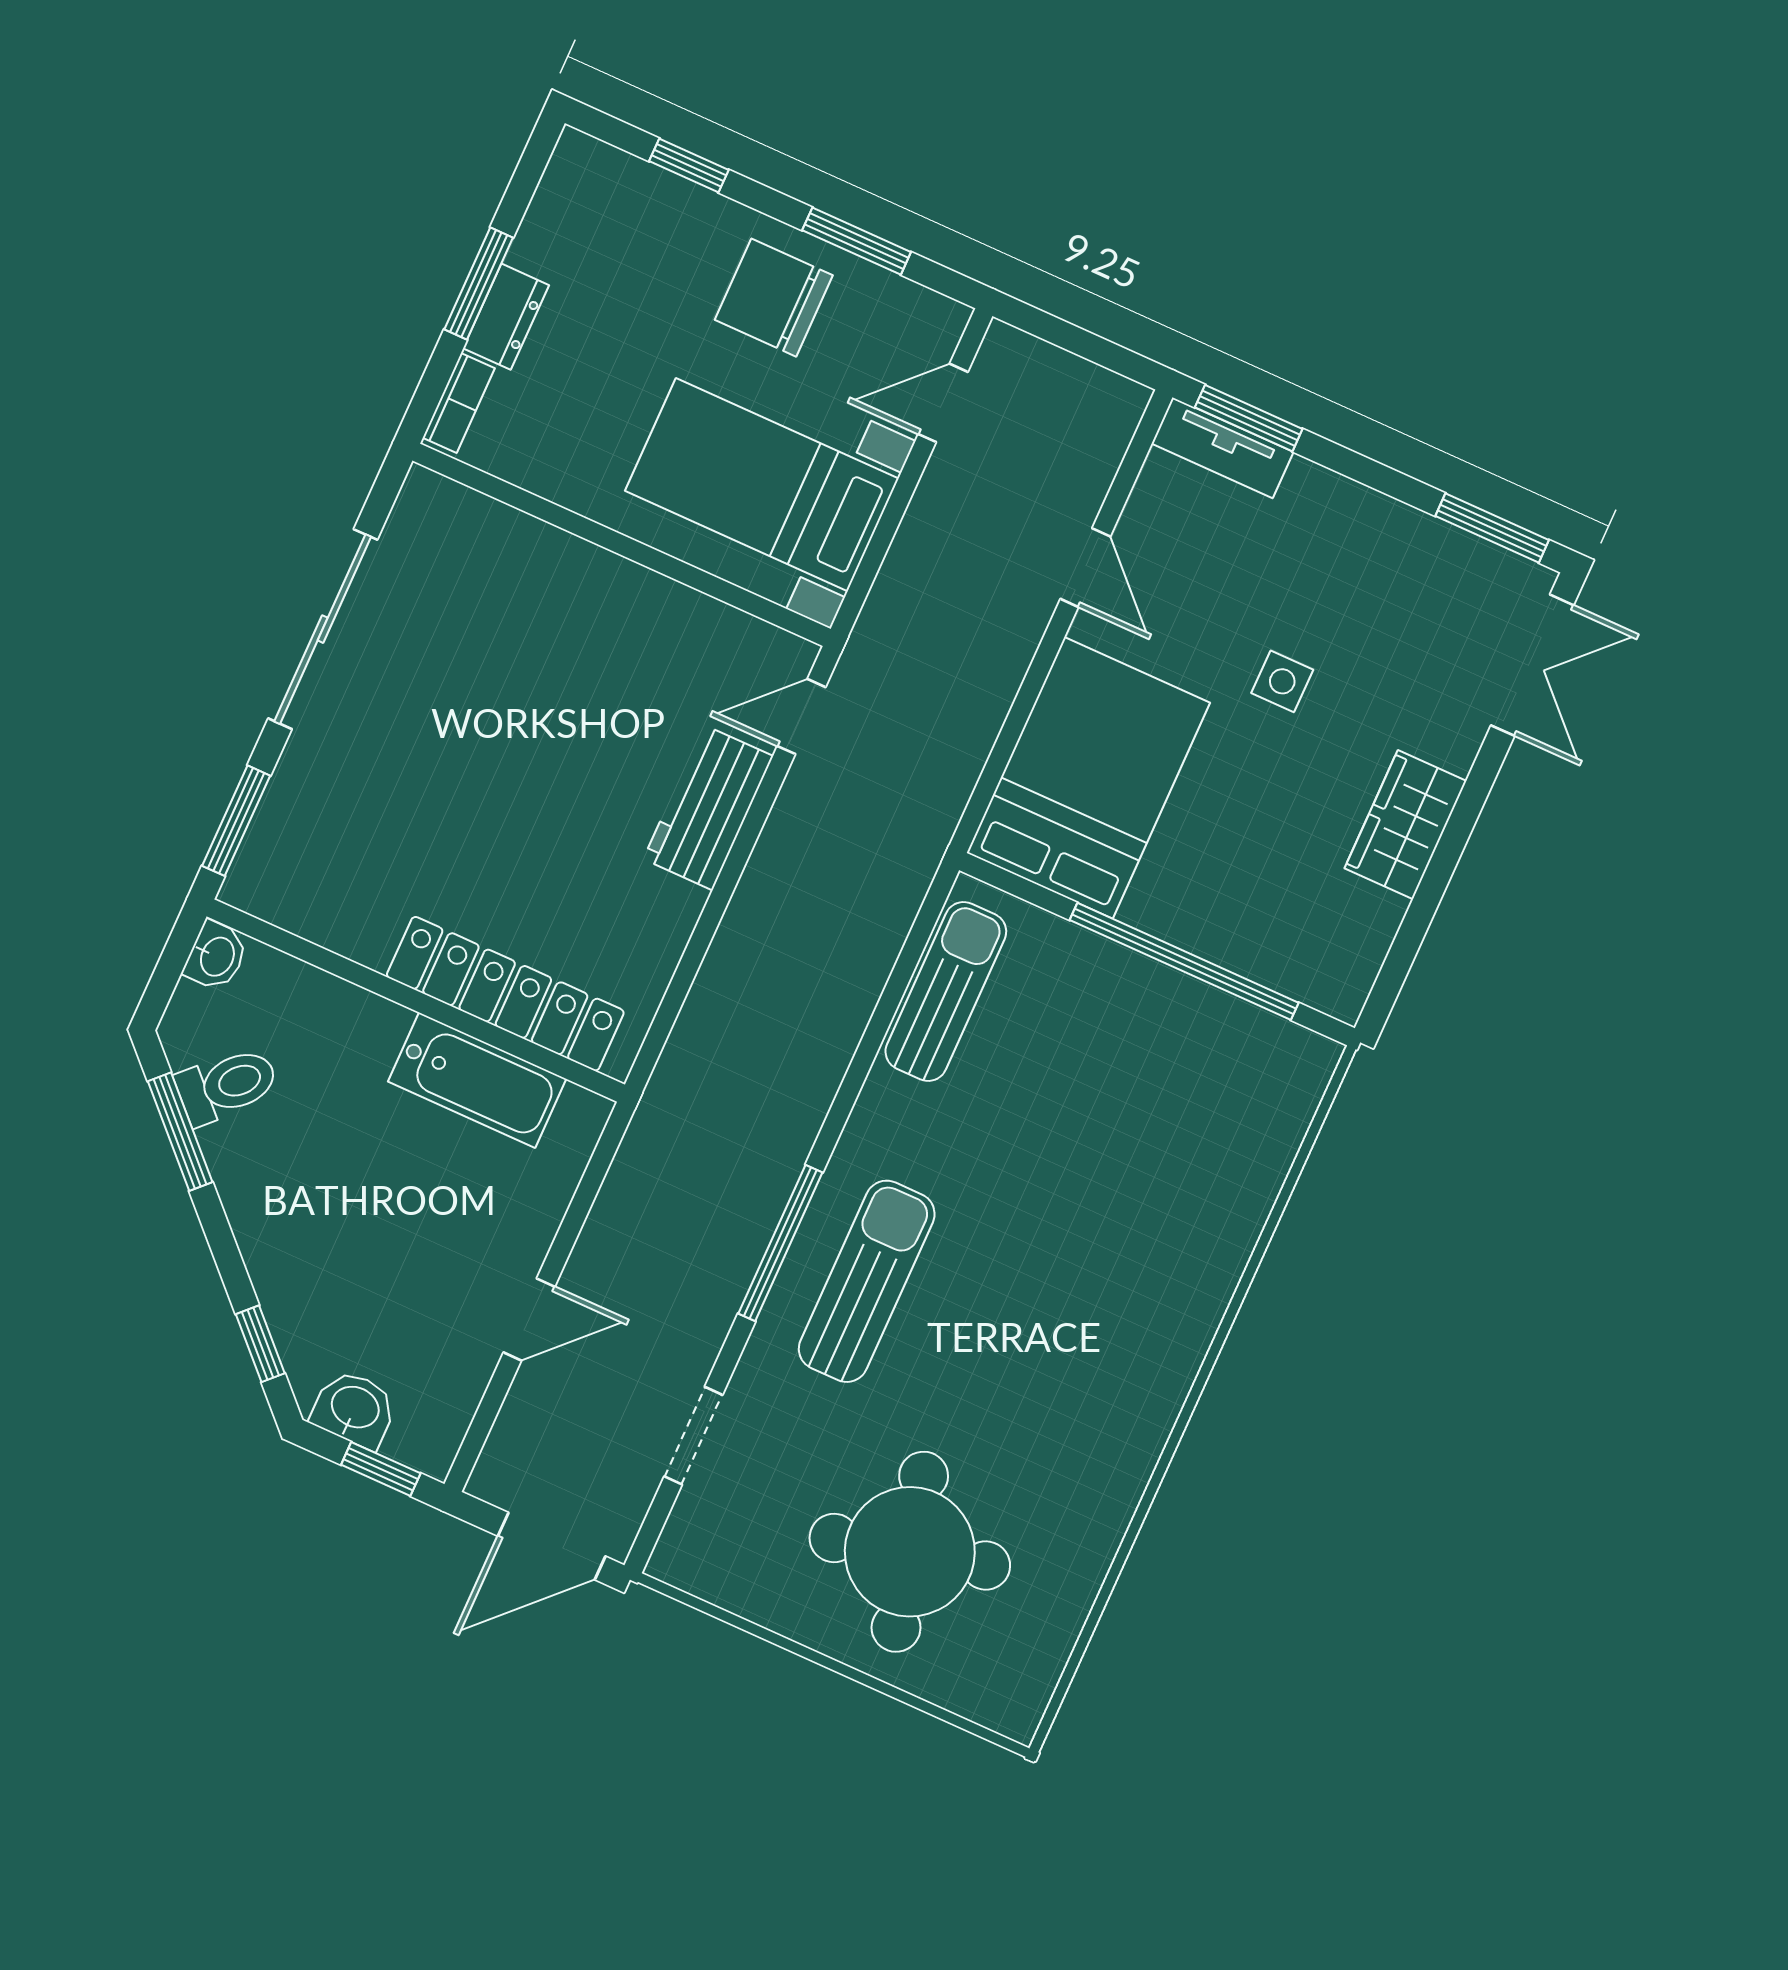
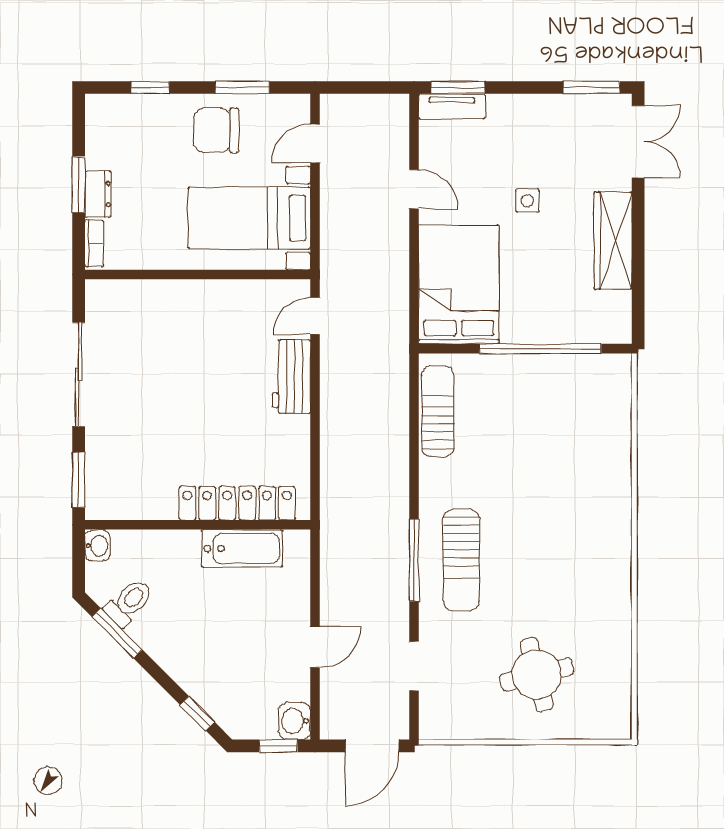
wardrobe: (1405, 825) -> (613, 241), width x1.50
sun lounger: (867, 1281) -> (461, 560), turned 180
washbasin: (354, 1409) -> (295, 721), moved, turned -90
round table: (910, 1552) -> (537, 675), width x0.73, depth x0.73

